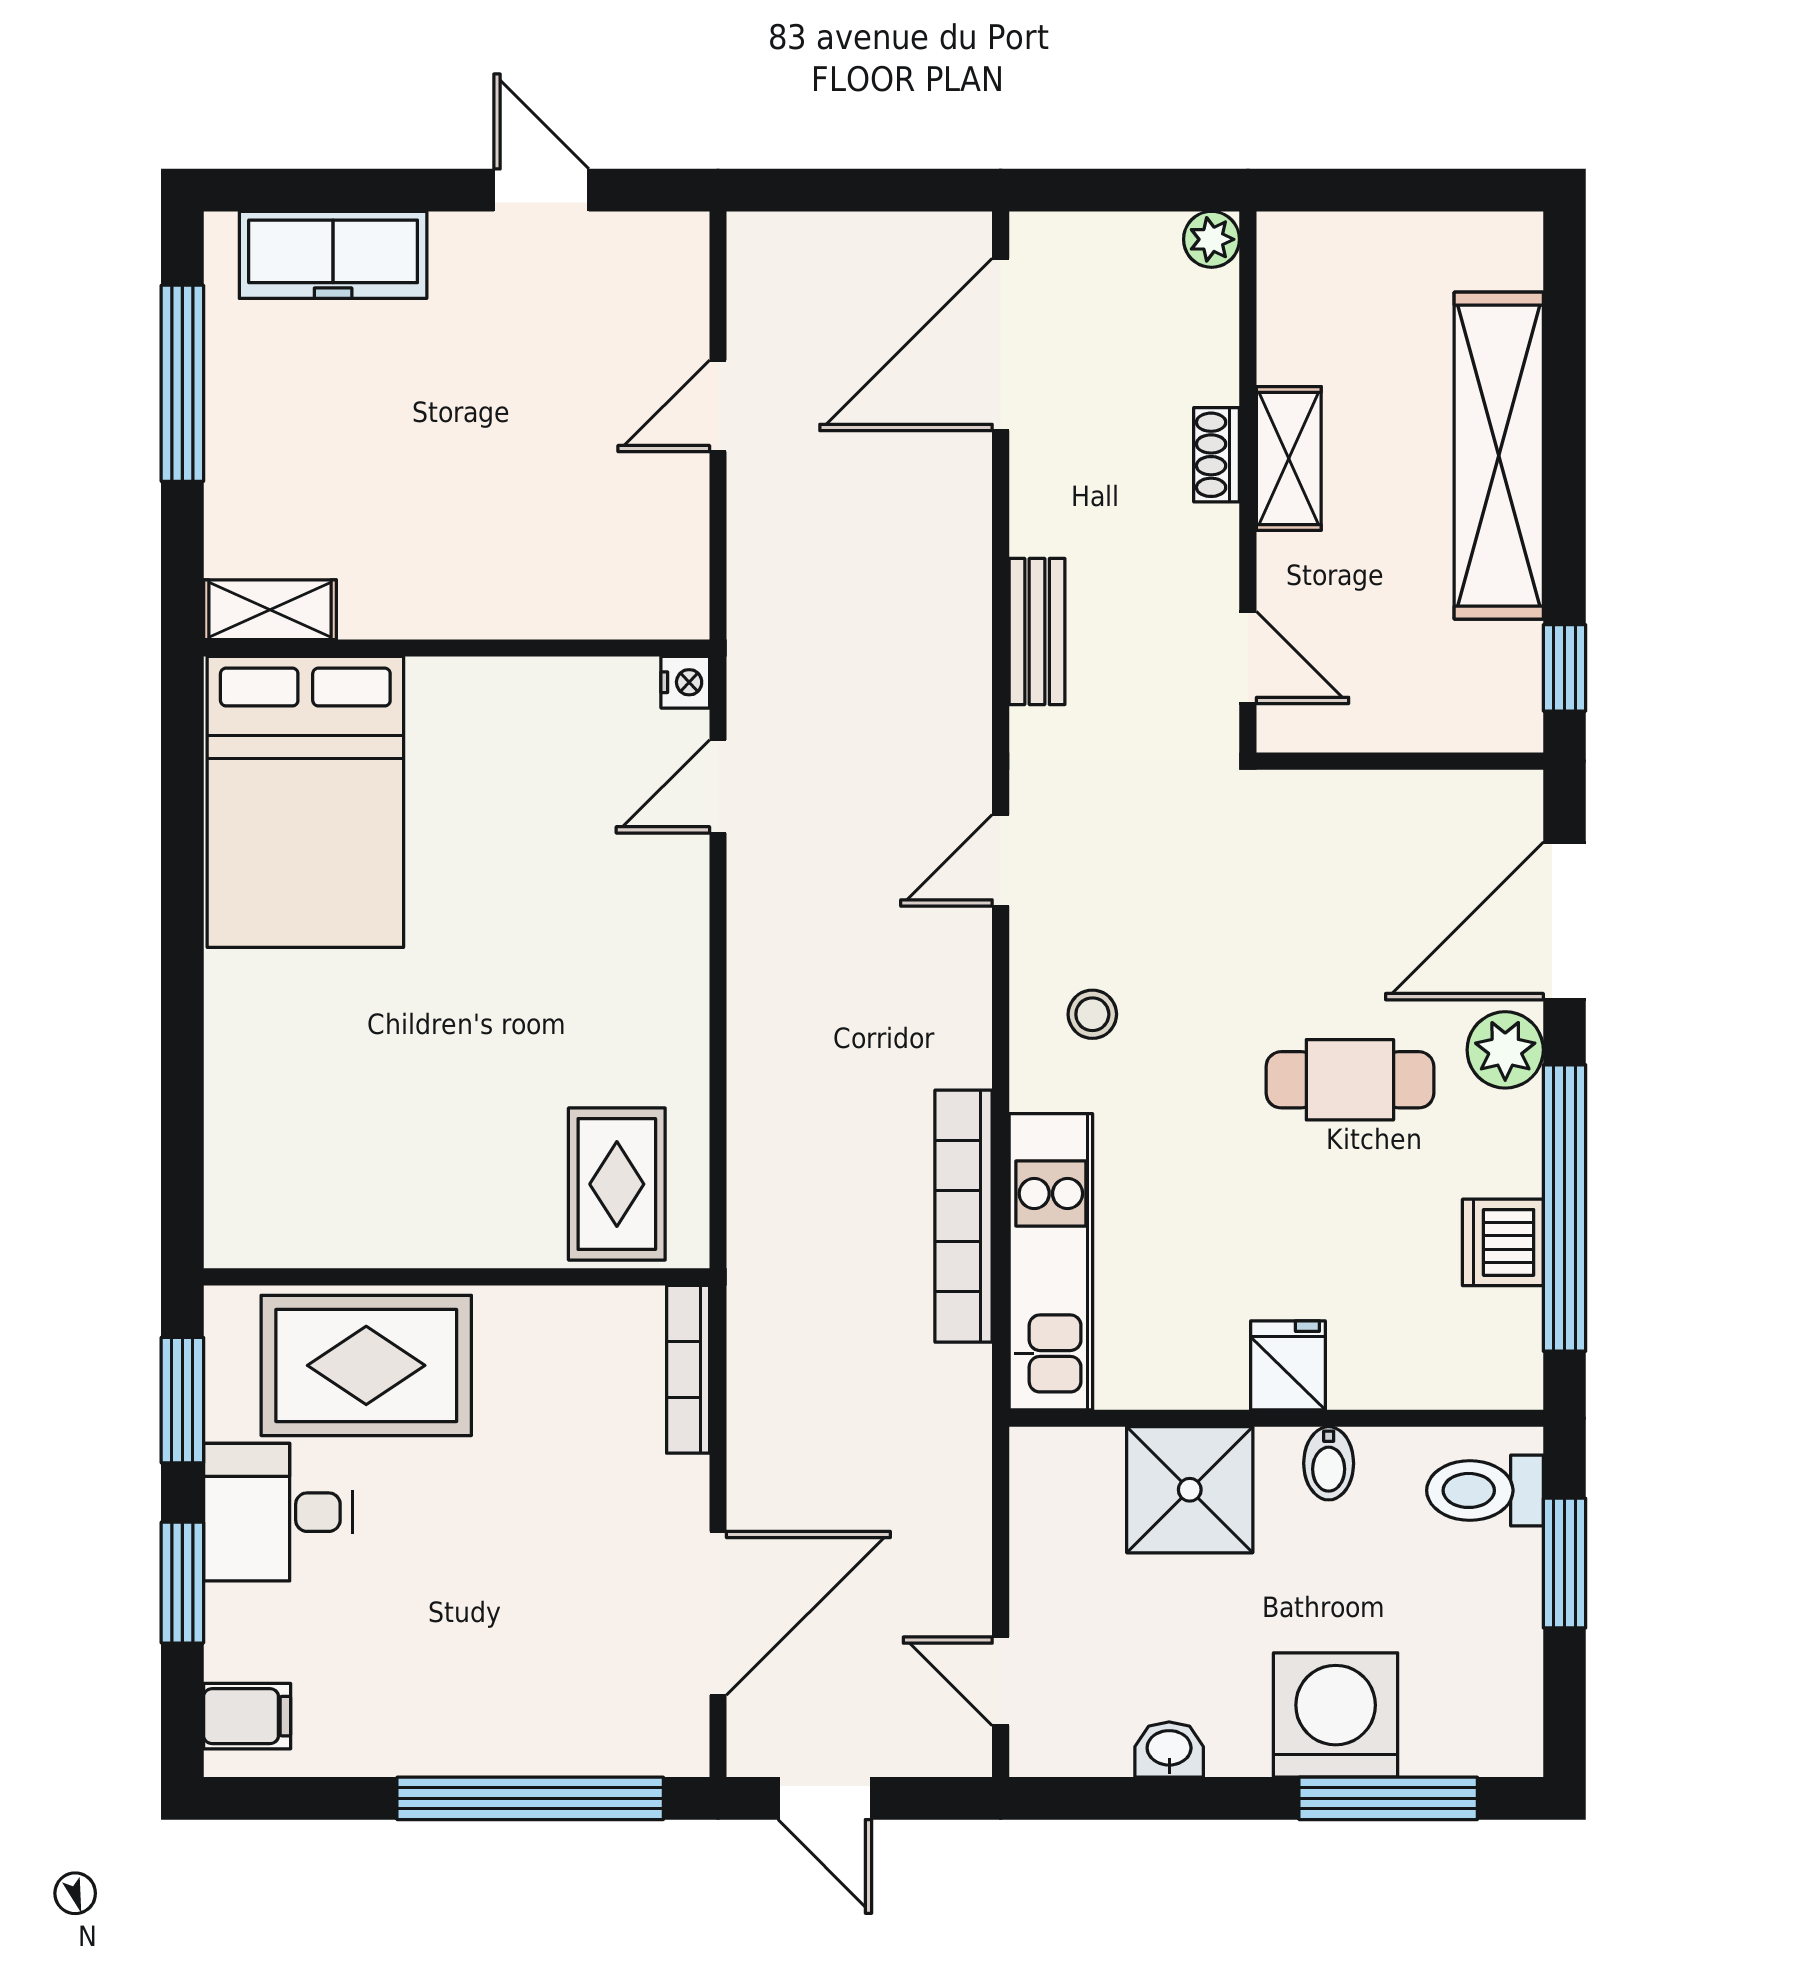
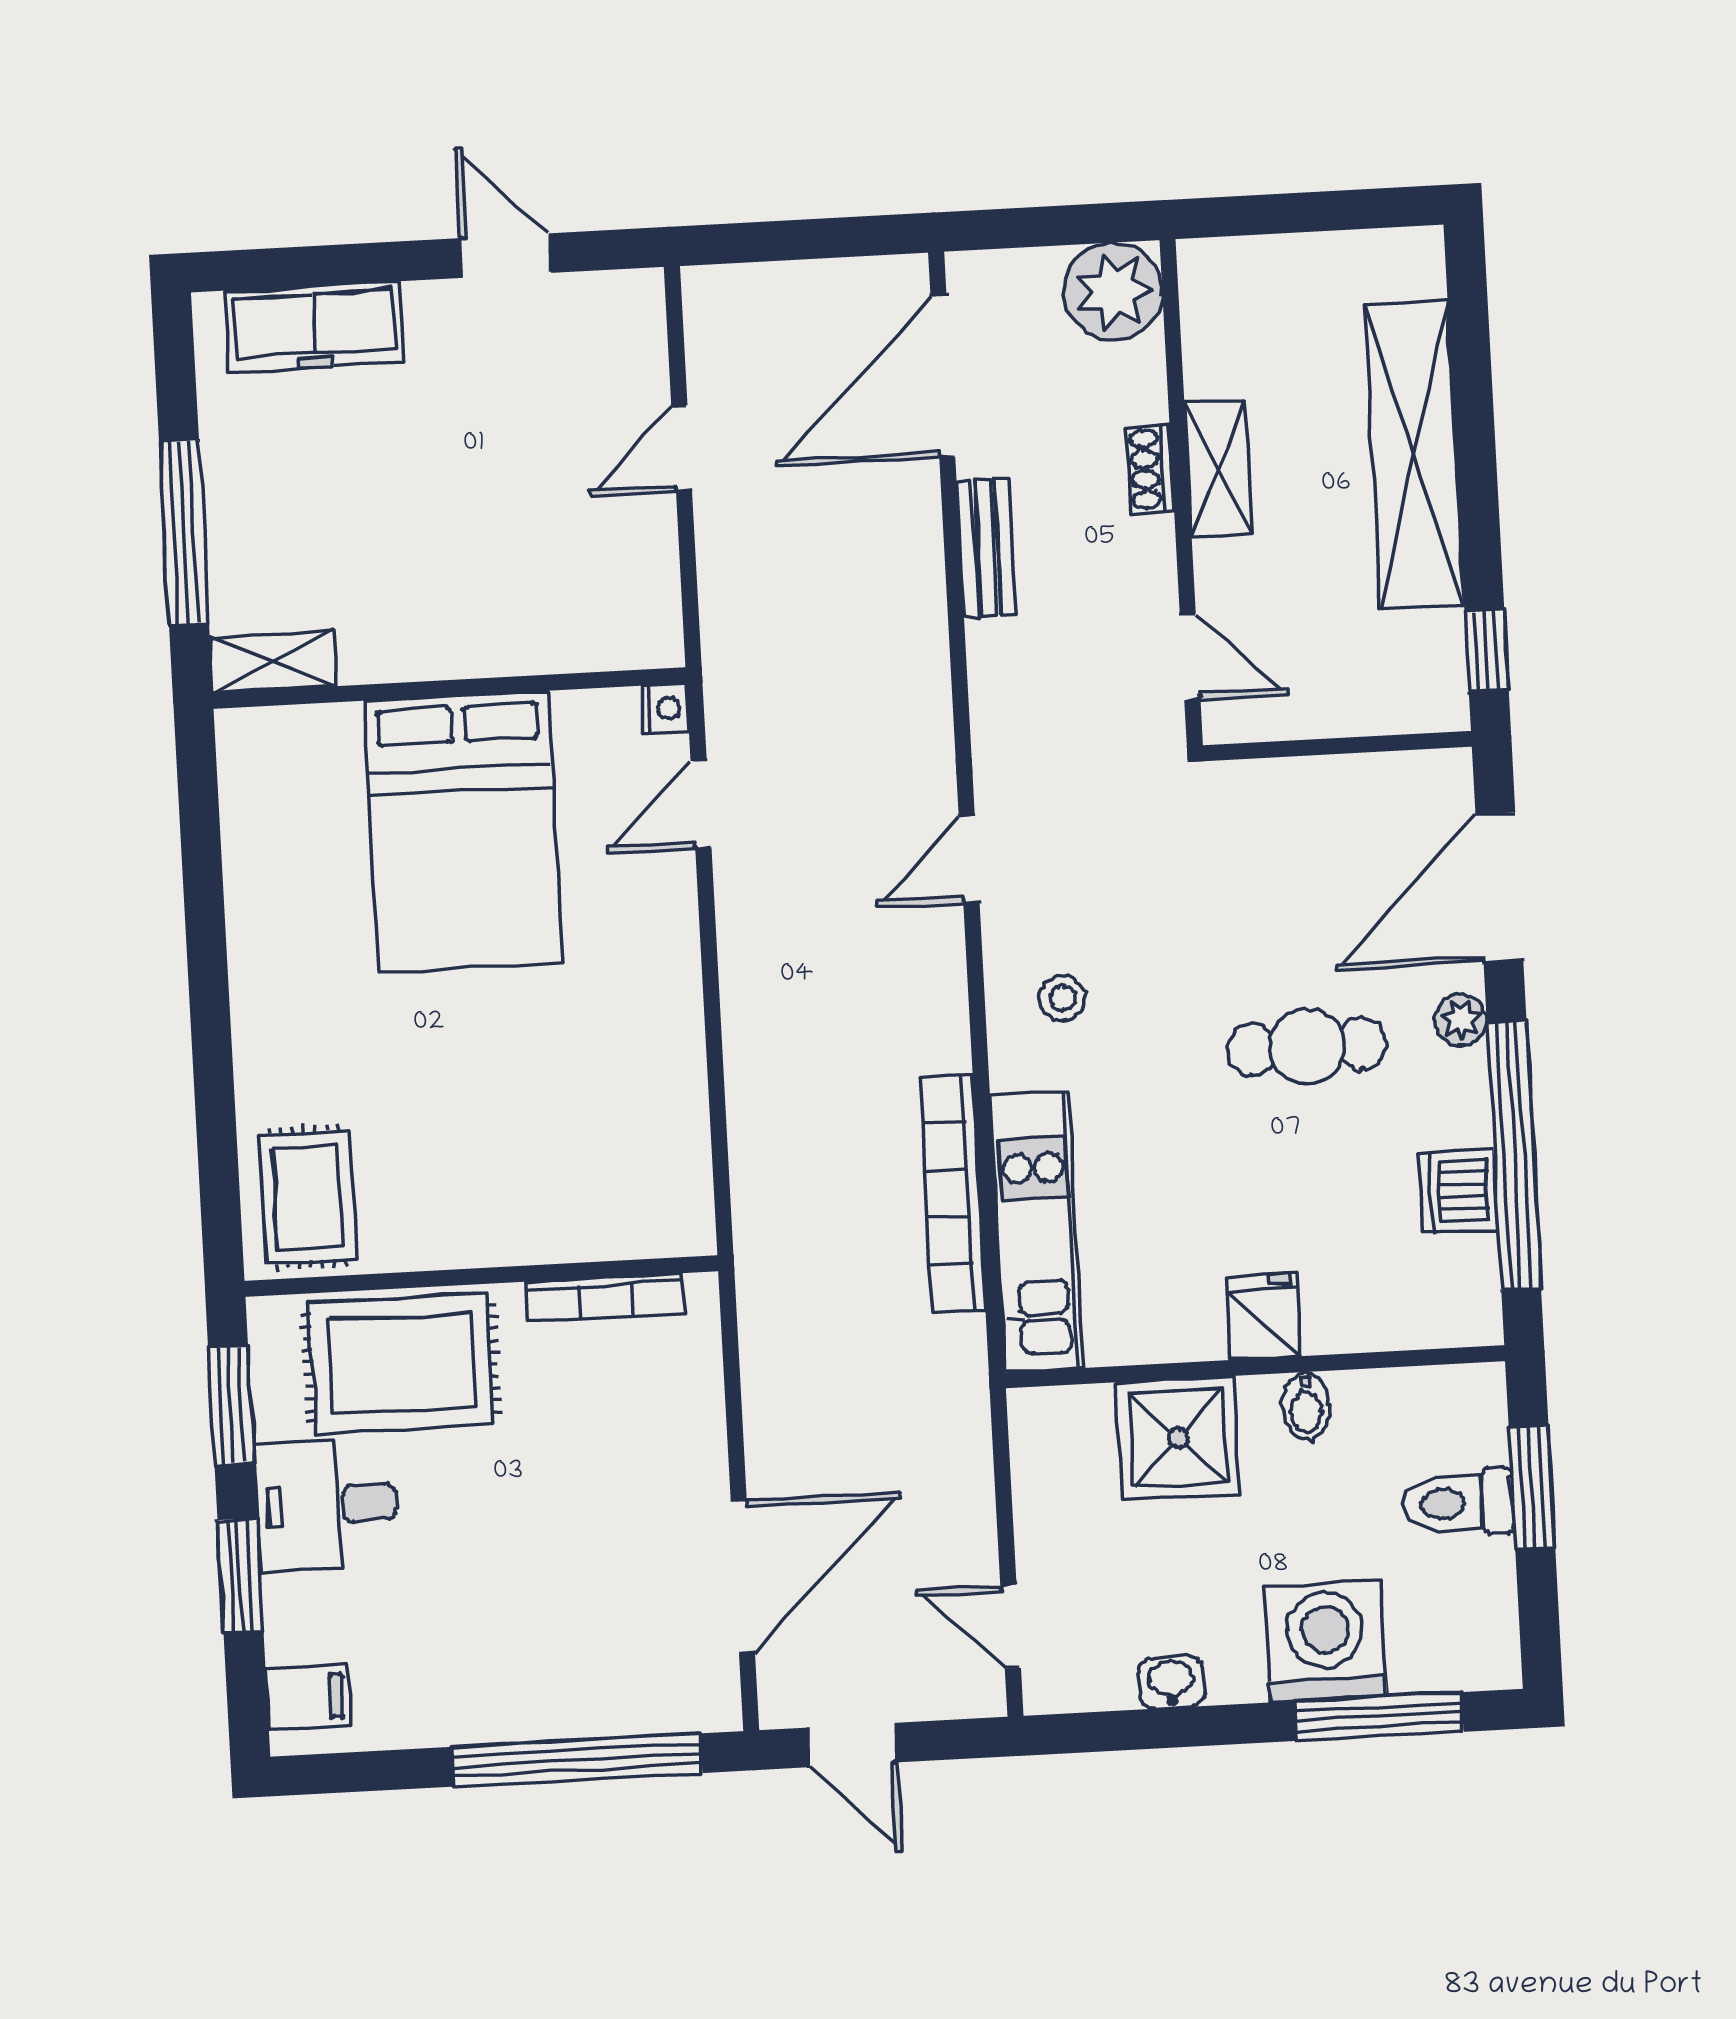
plant: (1212, 239) -> (1113, 292), width x1.87, depth x1.87
window: (182, 383) -> (184, 532), moved
bench: (1037, 632) -> (986, 548), moved
bed: (305, 802) -> (463, 832), moved
plant: (1505, 1050) -> (1461, 1020), width x0.73, depth x0.73
rug: (617, 1184) -> (308, 1197), moved
bookcase: (688, 1369) -> (605, 1297), moved, turned -90
toilet: (1485, 1490) -> (1458, 1503), moved

